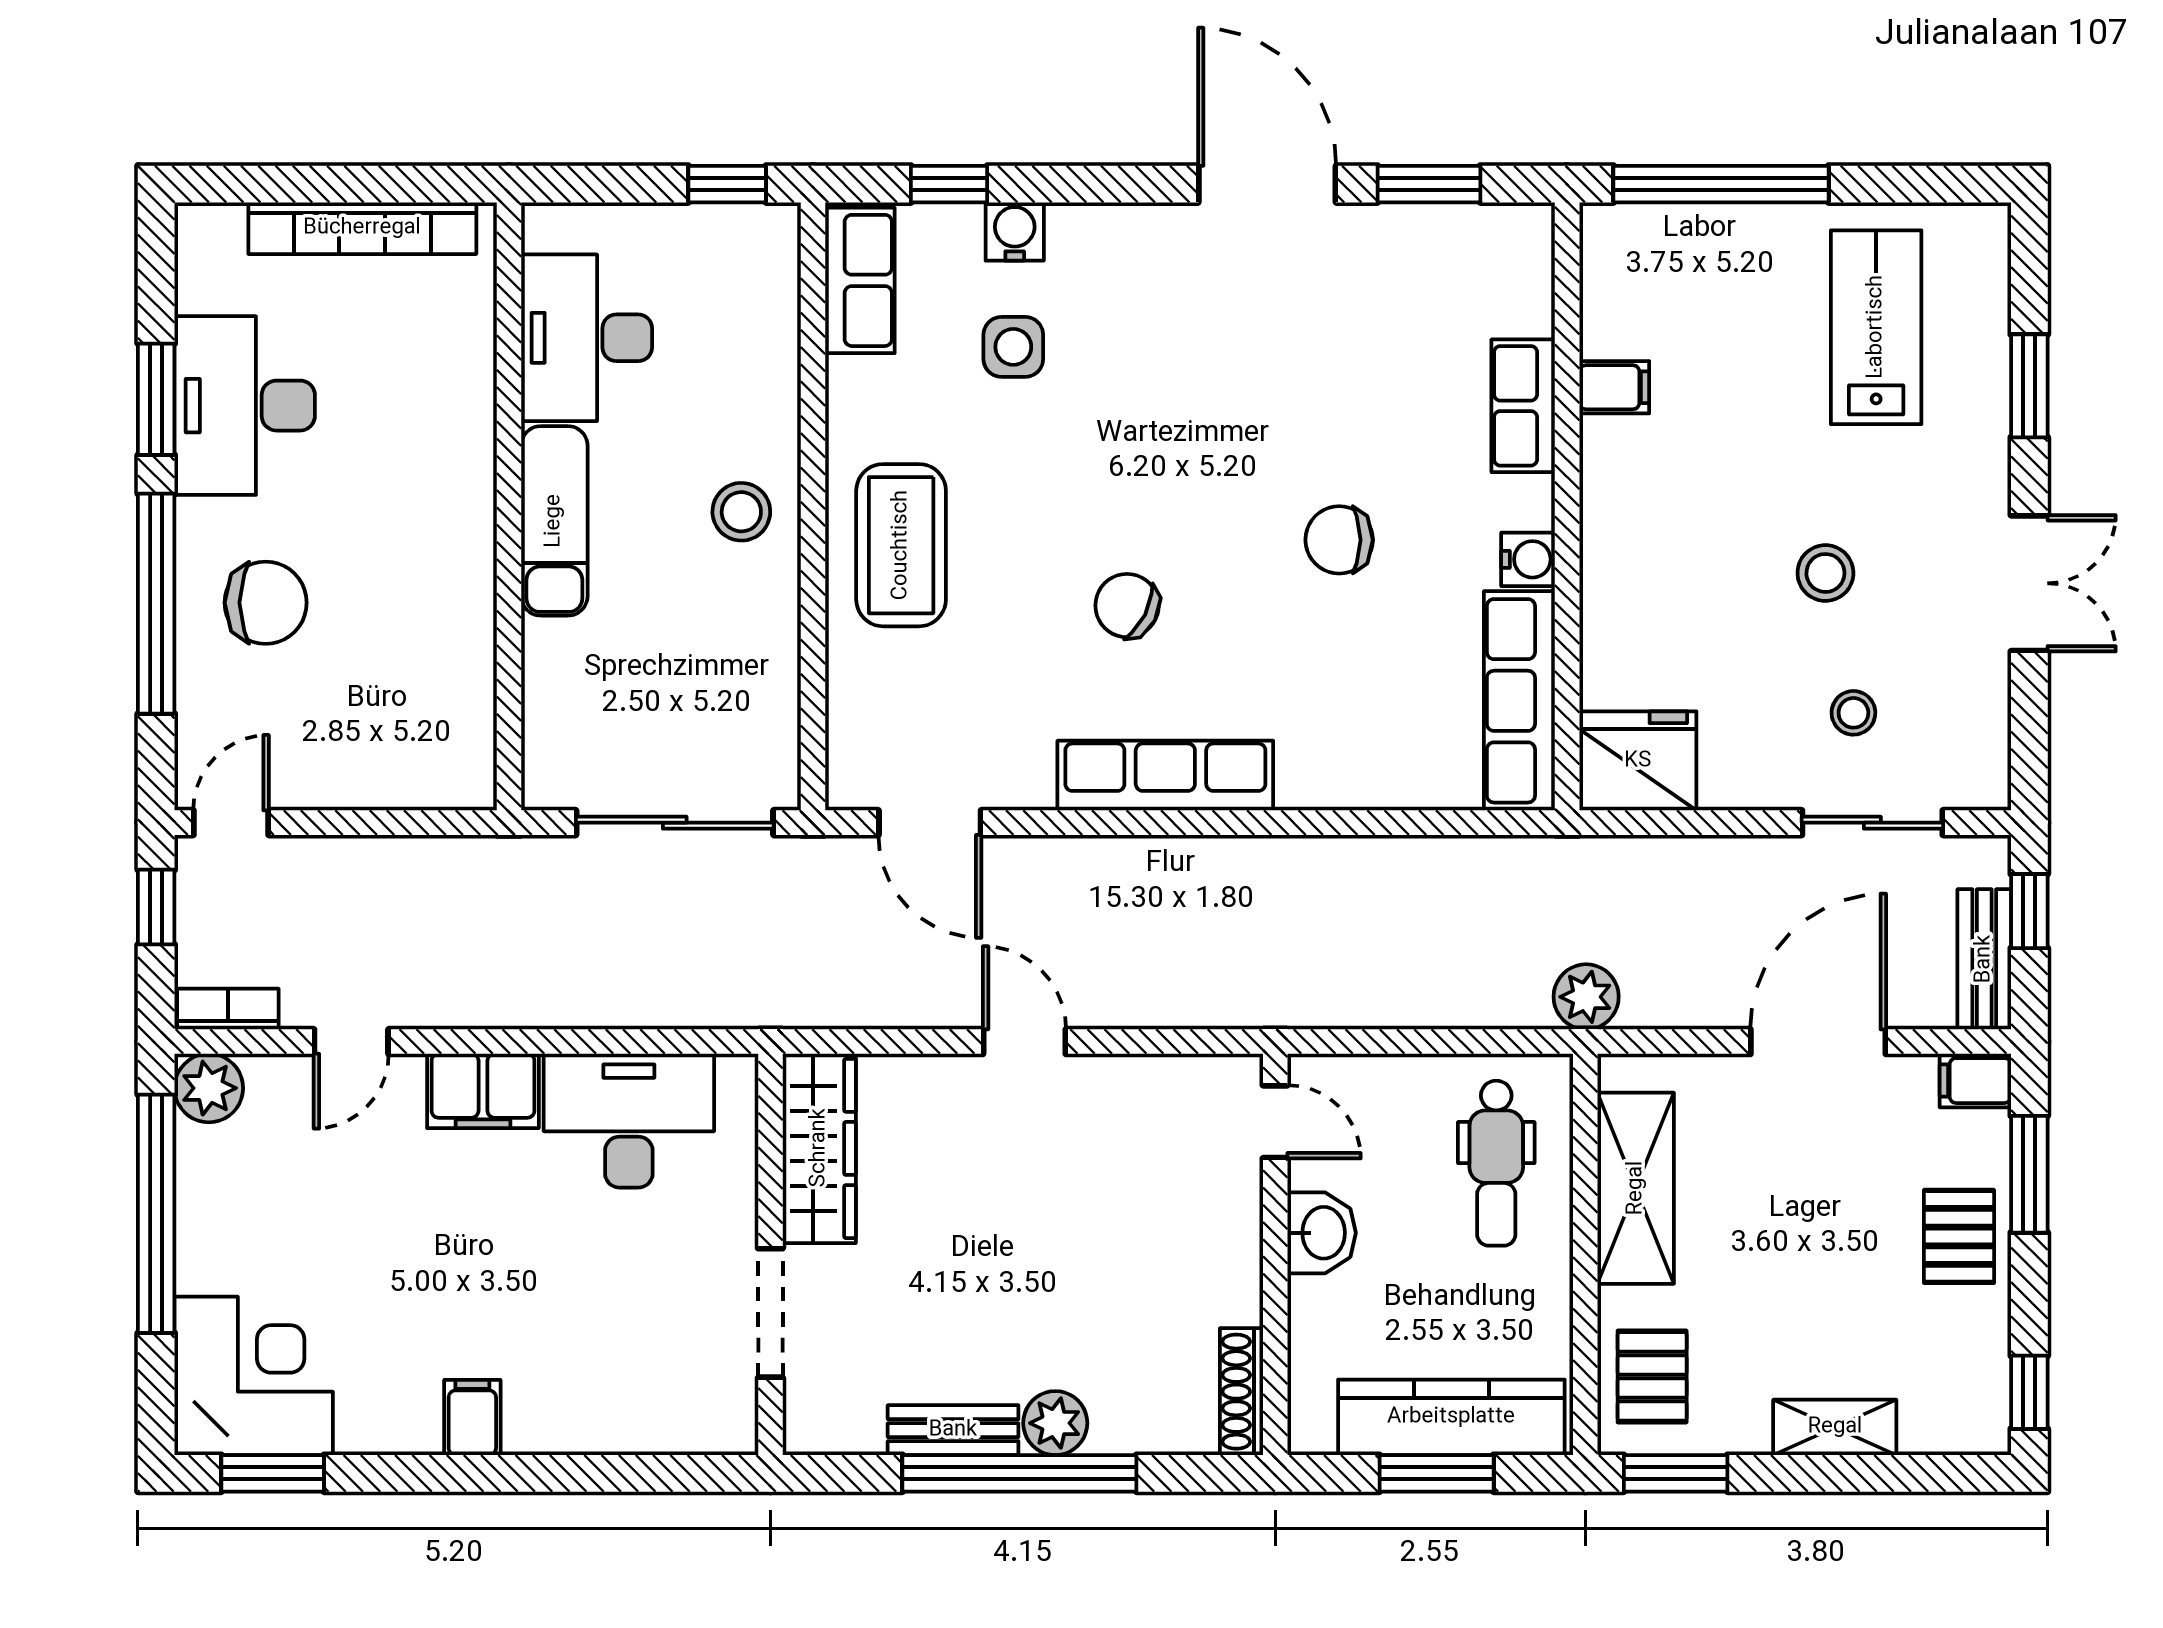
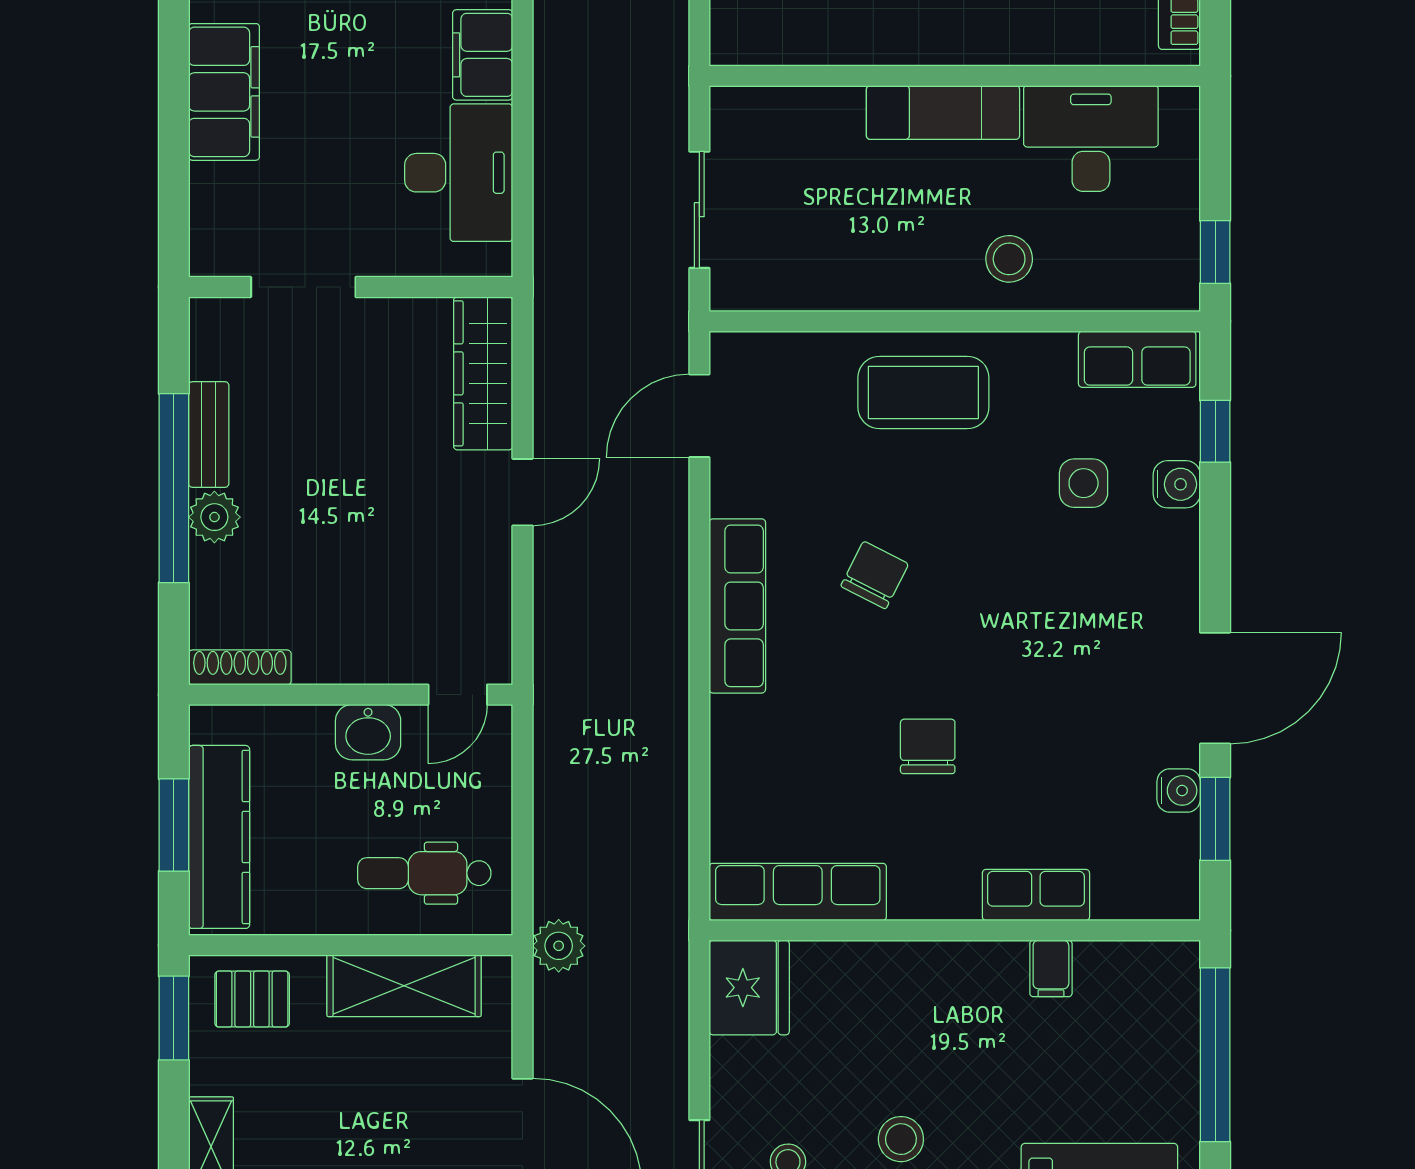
stool: (741, 512) -> (1009, 259), moved
water cooler: (1528, 559) -> (1179, 790), moved, turned -90
sliding door: (675, 823) -> (699, 210), width x0.73
wardrobe: (819, 1148) -> (483, 373), moved, turned 90
filing cabinet: (472, 1417) -> (224, 92), width x3.00, depth x1.17

